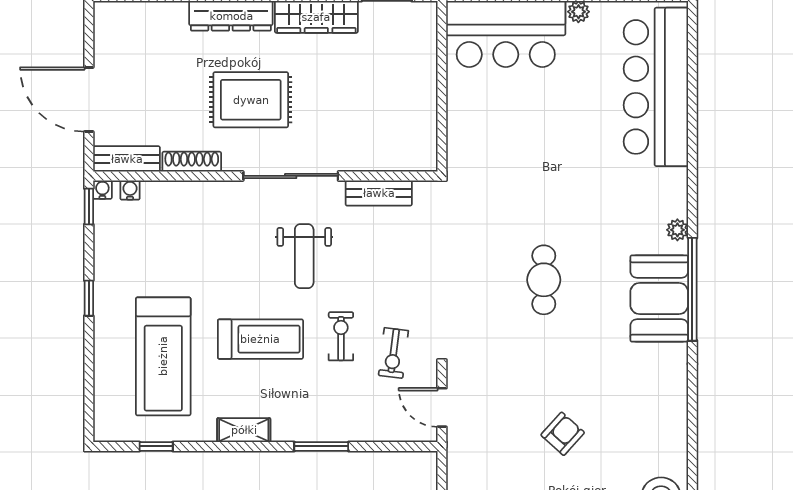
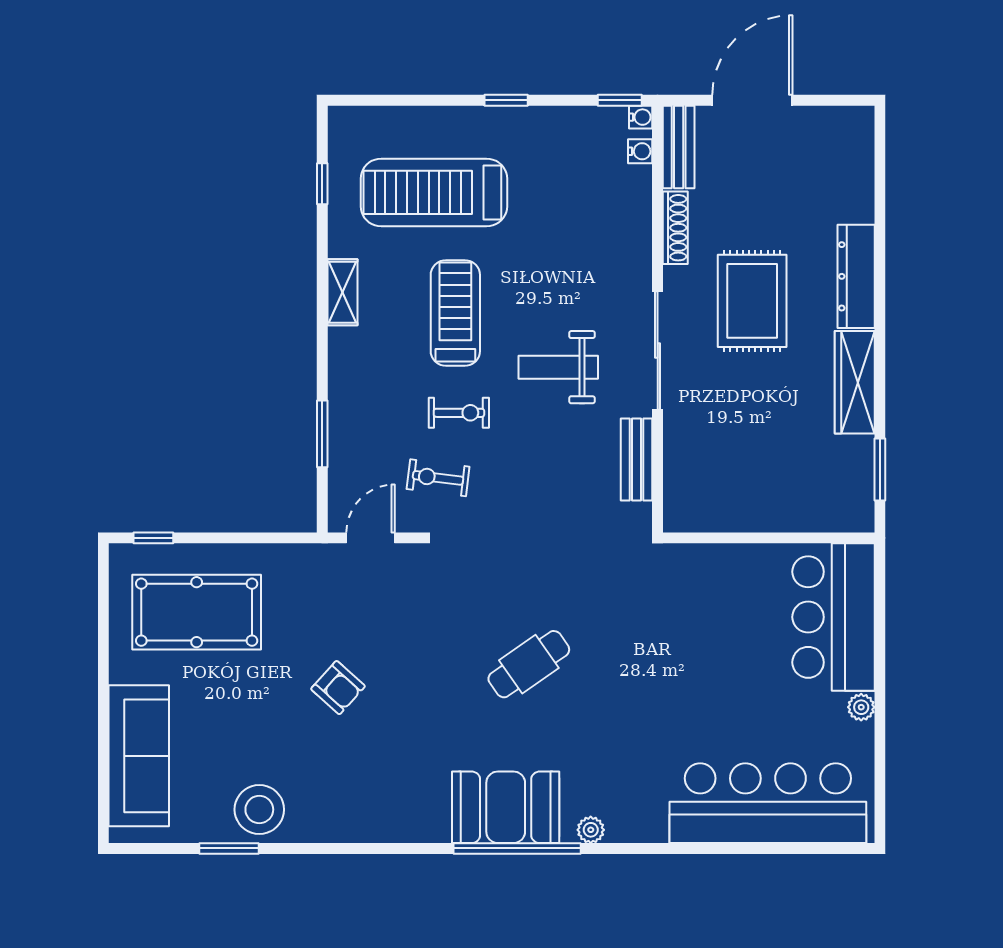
cafe table: (544, 280) -> (529, 664), turned -35
treadmill: (260, 339) -> (455, 313), turned 180
window: (321, 446) -> (322, 434), moved

